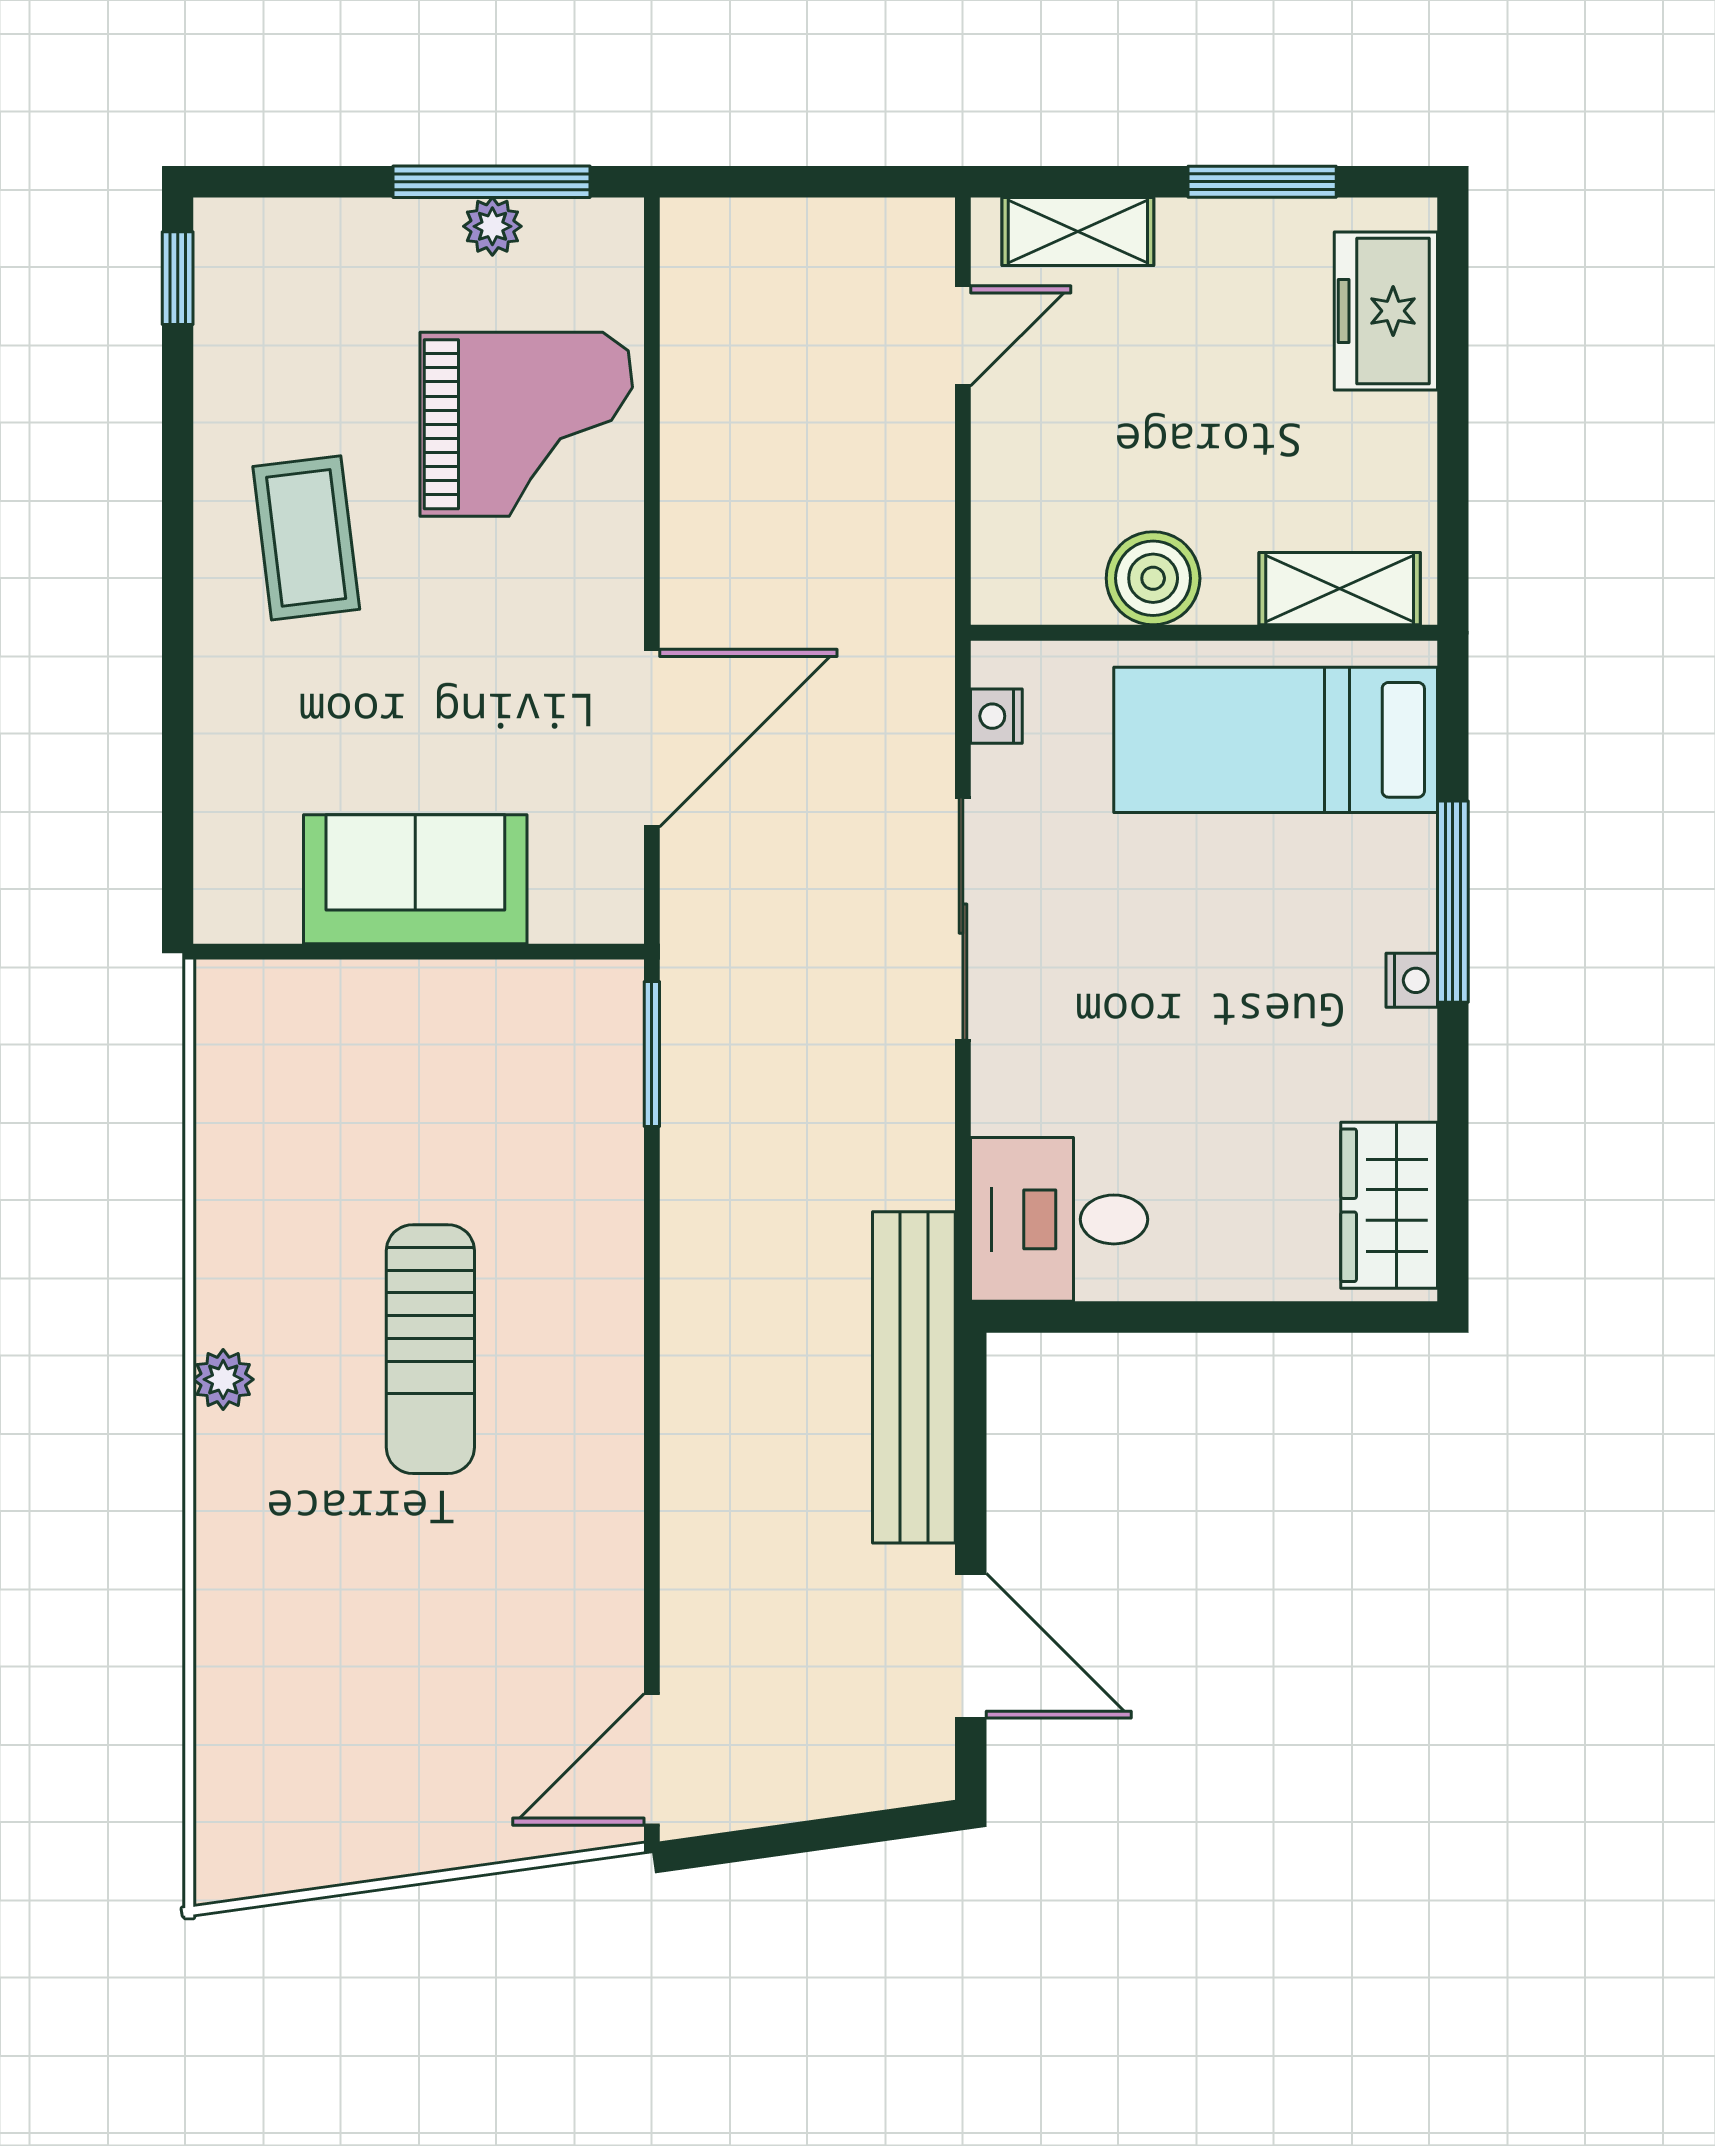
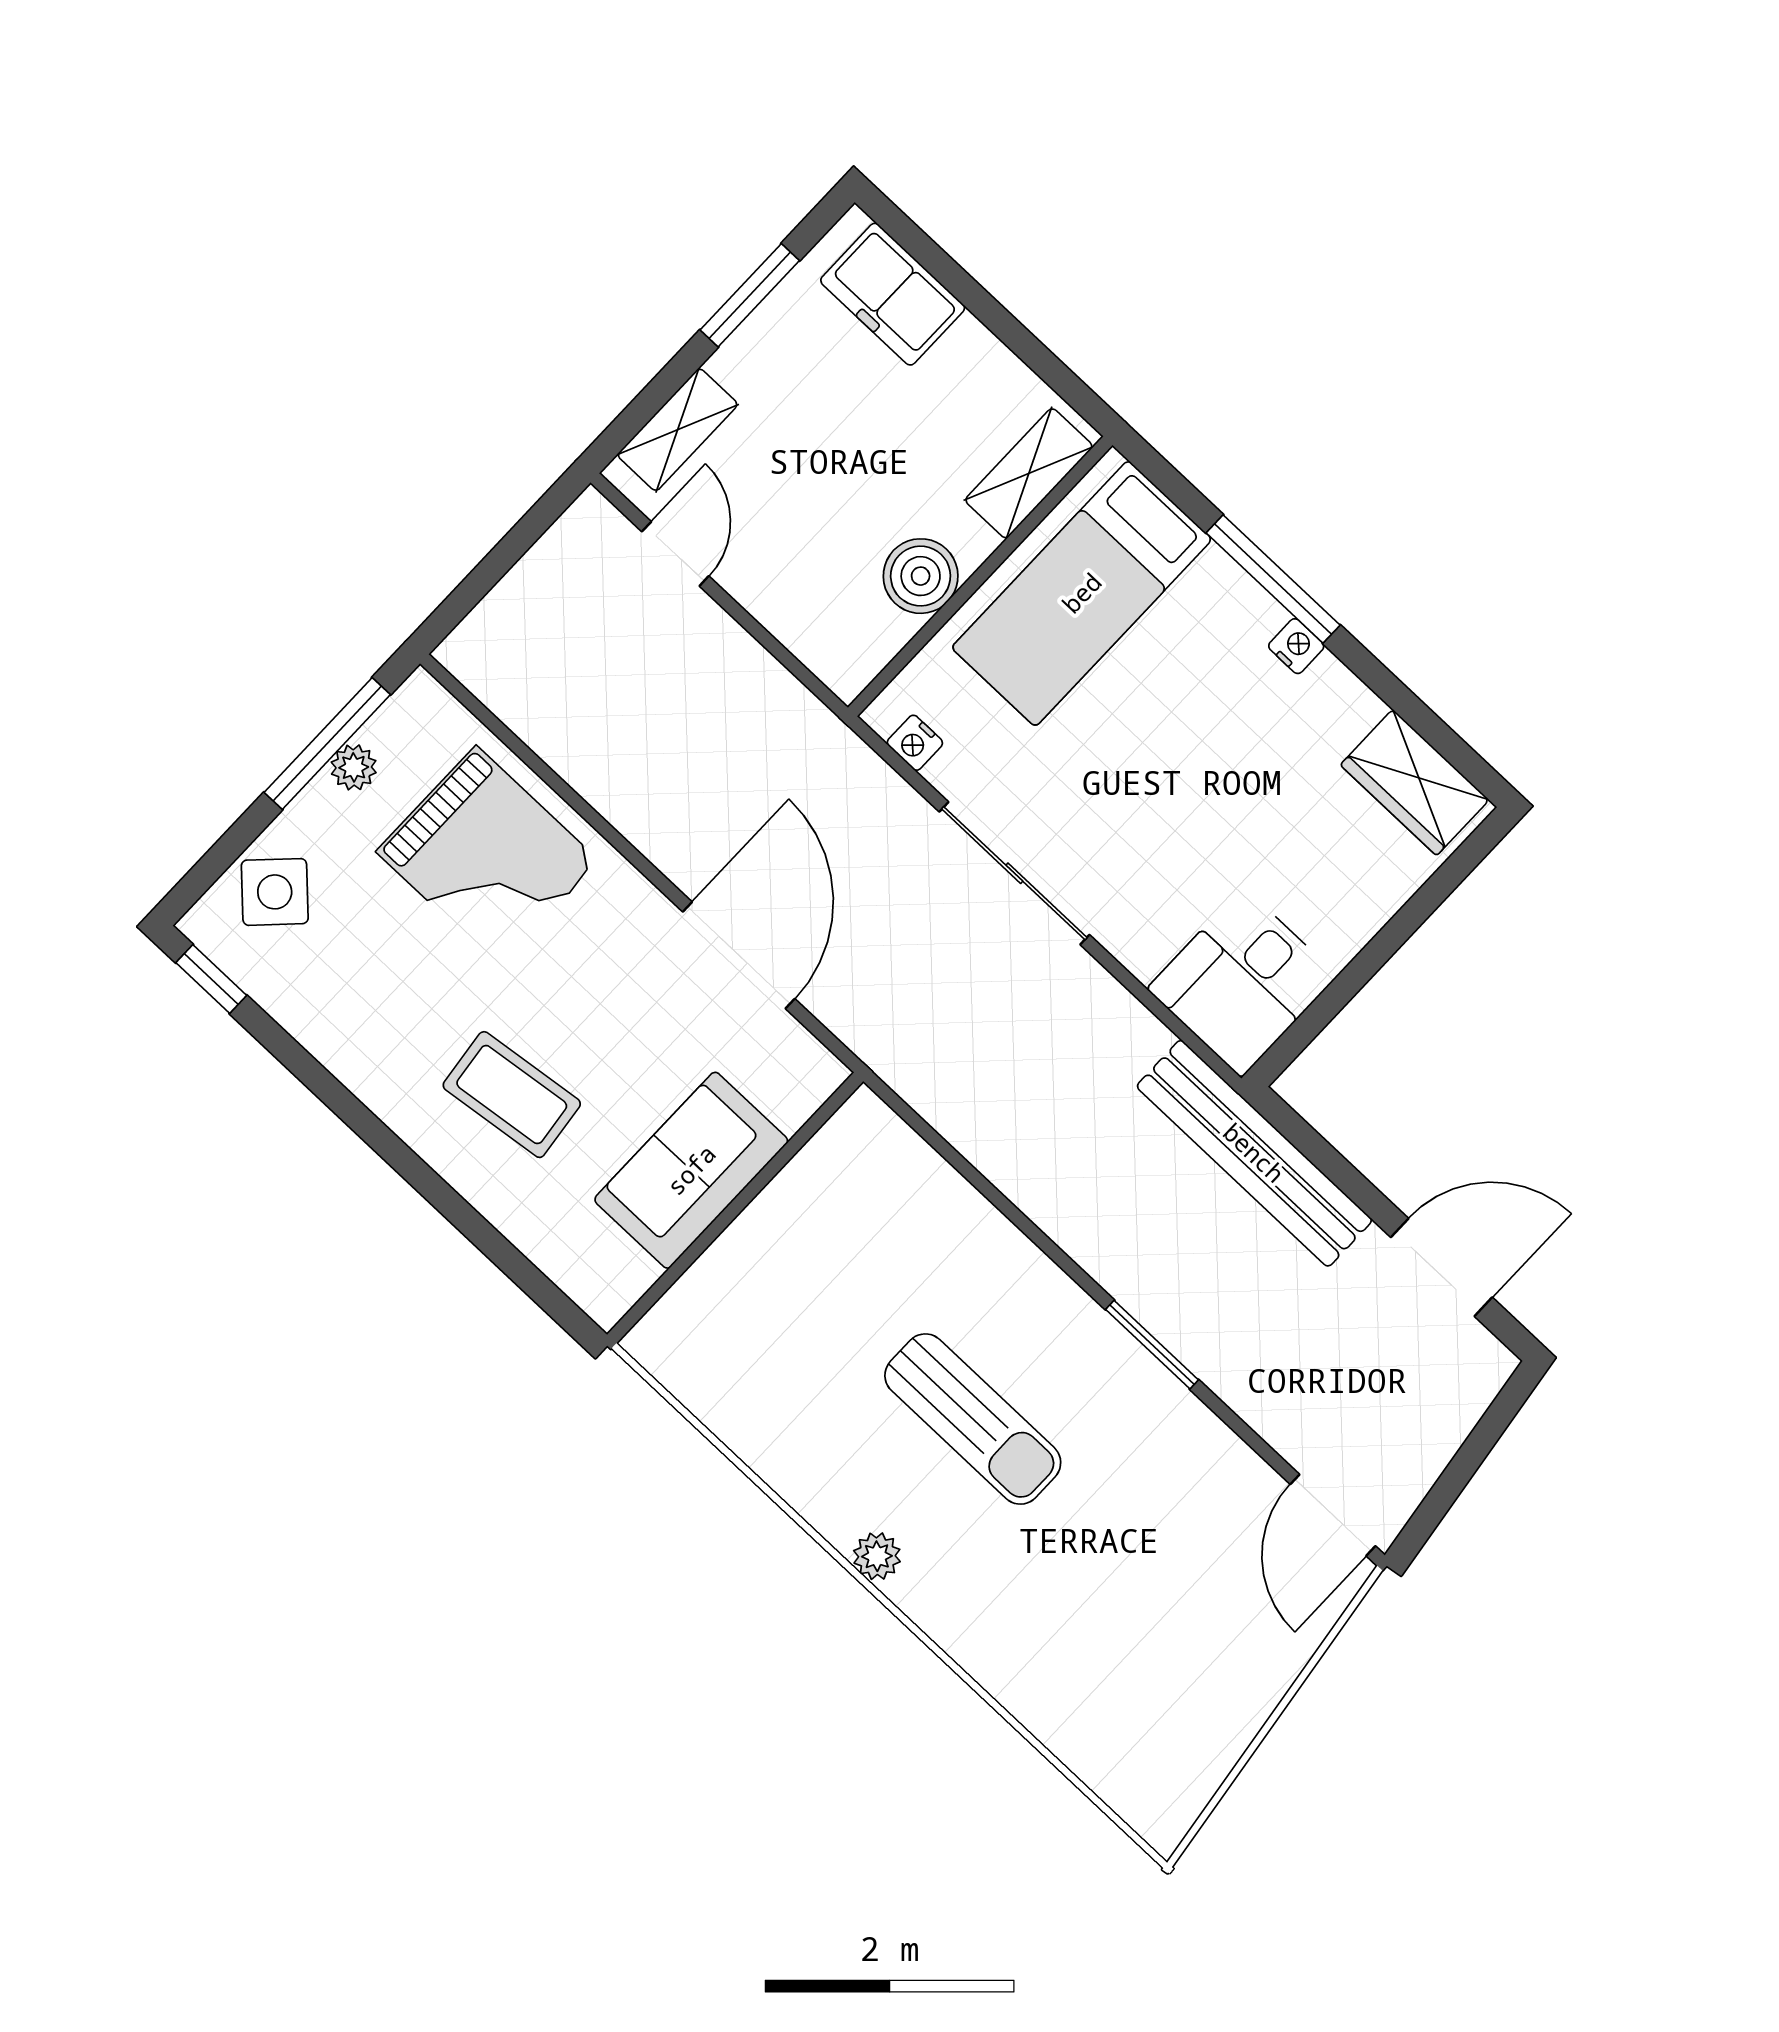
side table: (311, 261) -> (275, 892), added
grand piano: (526, 424) -> (487, 856), turned 90
coffee table: (306, 538) -> (512, 1095), moved
window: (652, 1054) -> (1152, 1345), moved

